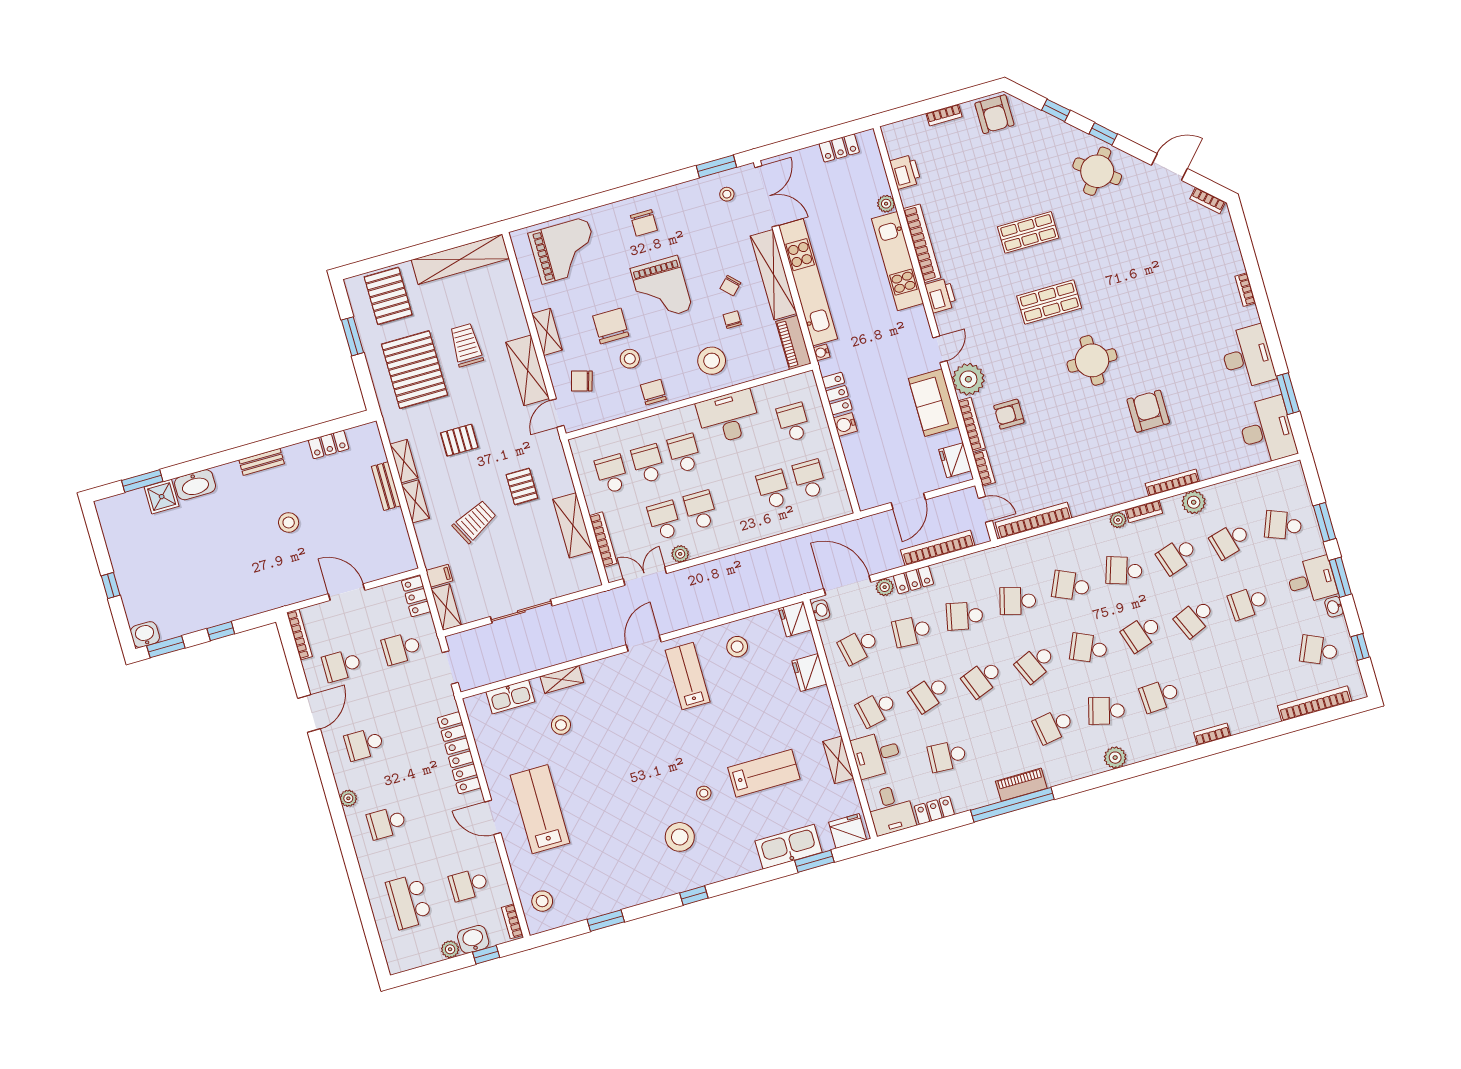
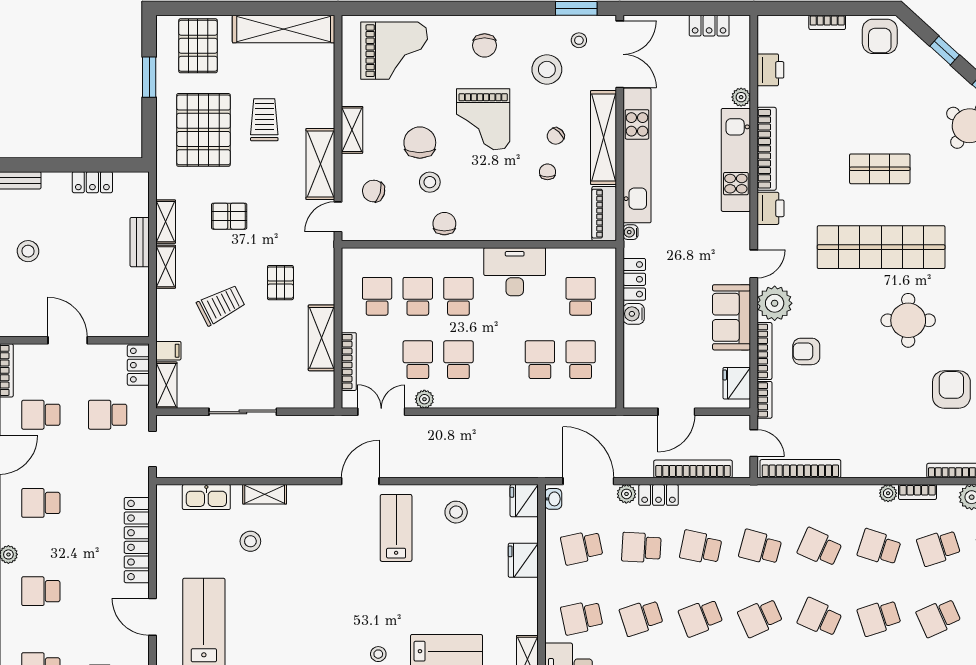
shop shelf: (1049, 302) -> (881, 247), width x2.00, depth x1.36
stool: (712, 361) -> (547, 69), moved

